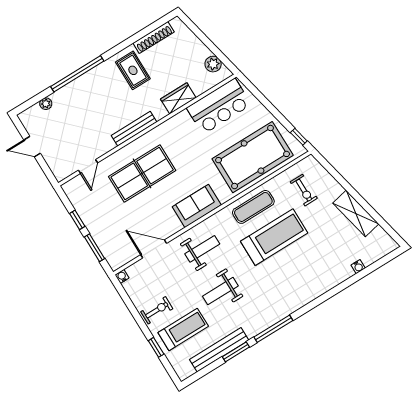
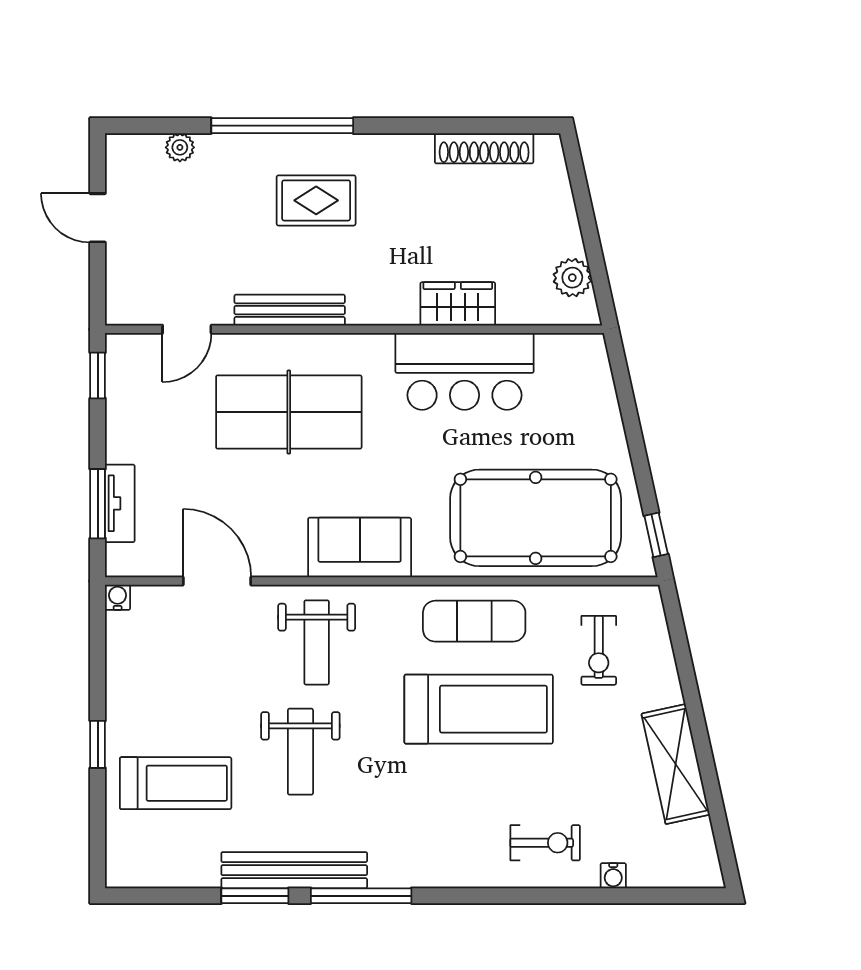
rug: (133, 70) -> (316, 200), moved, turned 90
bar counter: (219, 106) -> (465, 371), moved
bench: (134, 129) -> (290, 310), moved
window: (77, 220) -> (98, 375), moved
tv unit: (102, 243) -> (120, 503), added
weight bench: (202, 249) -> (317, 642), turned 90
weight bench: (220, 291) -> (300, 752), turned -90
exercise bike: (157, 310) -> (545, 843), moved
window: (156, 347) -> (98, 744), moved
bench: (219, 350) -> (294, 870), moved

